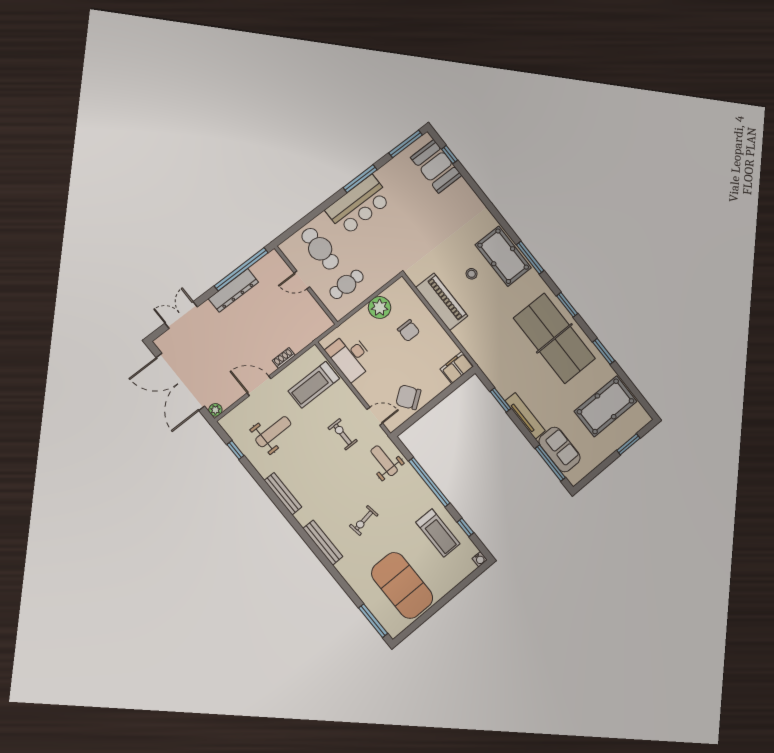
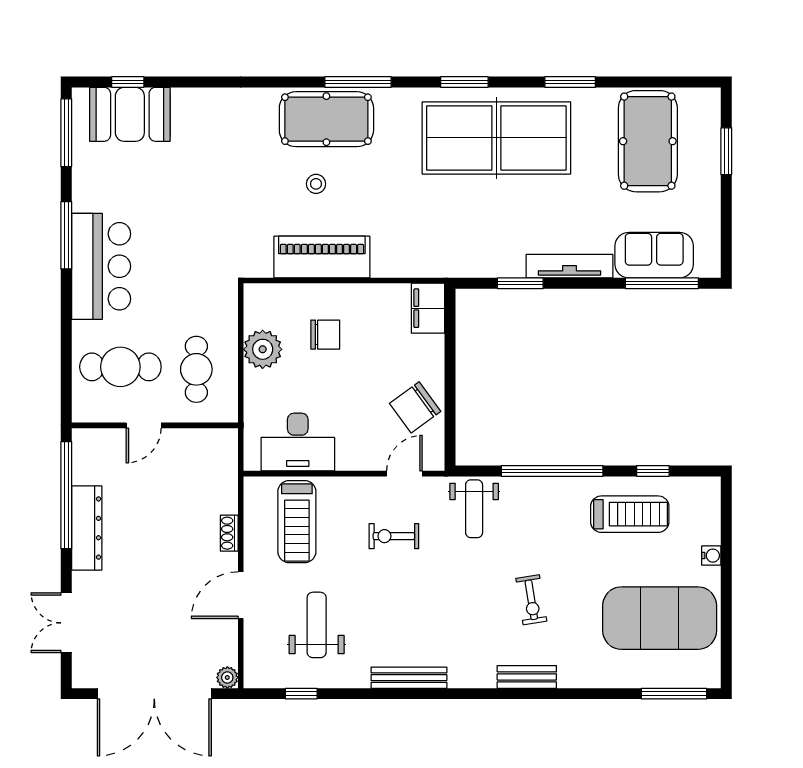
weight bench: (384, 461) -> (474, 509), turned -90
bench: (323, 543) -> (527, 677), width x0.73
water cooler: (480, 559) -> (711, 556), moved

